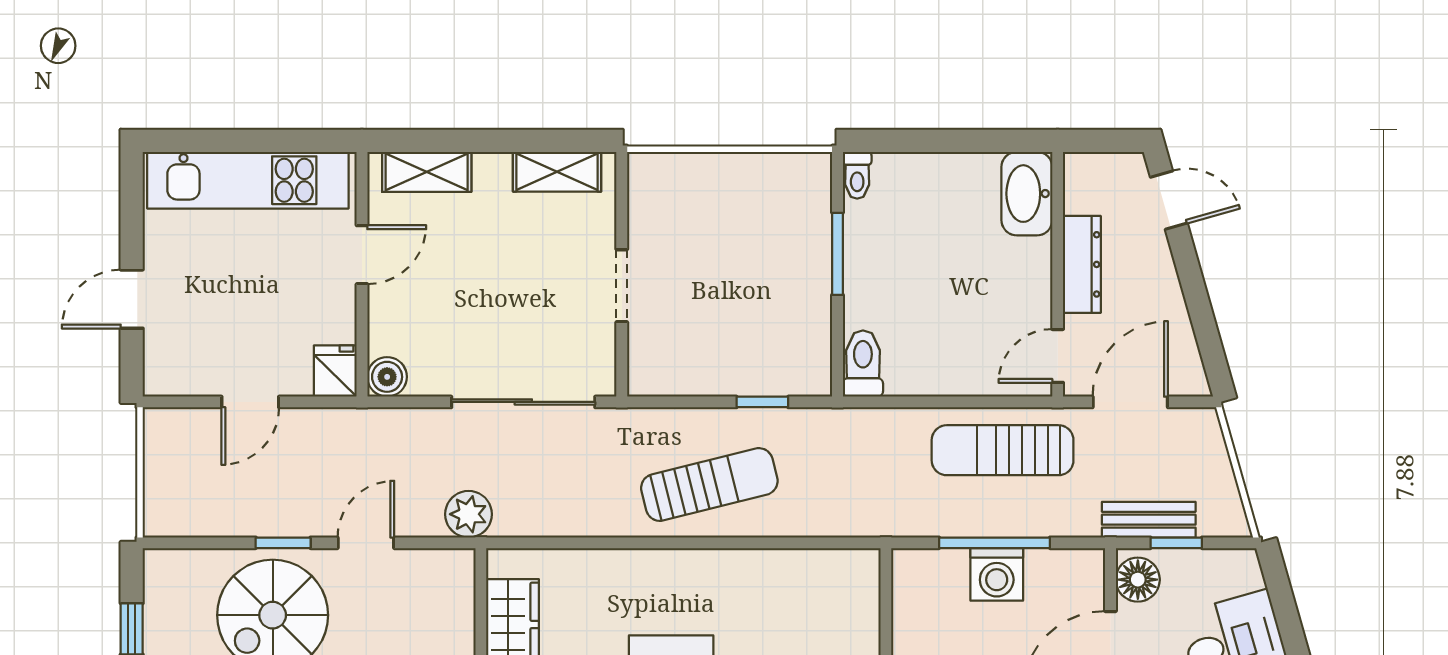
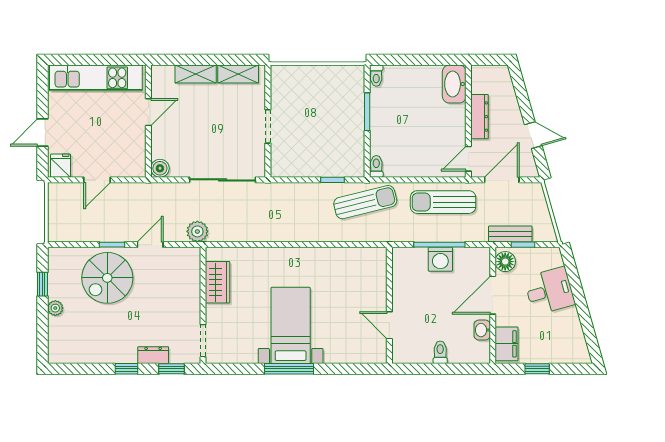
shelving: (427, 172) -> (196, 74), moved
door: (1169, 200) -> (533, 135), moved
toilet: (863, 364) -> (376, 166), width x0.73, depth x0.72
fridge: (335, 371) -> (61, 166), moved
sun lounger: (709, 485) -> (365, 202), moved

